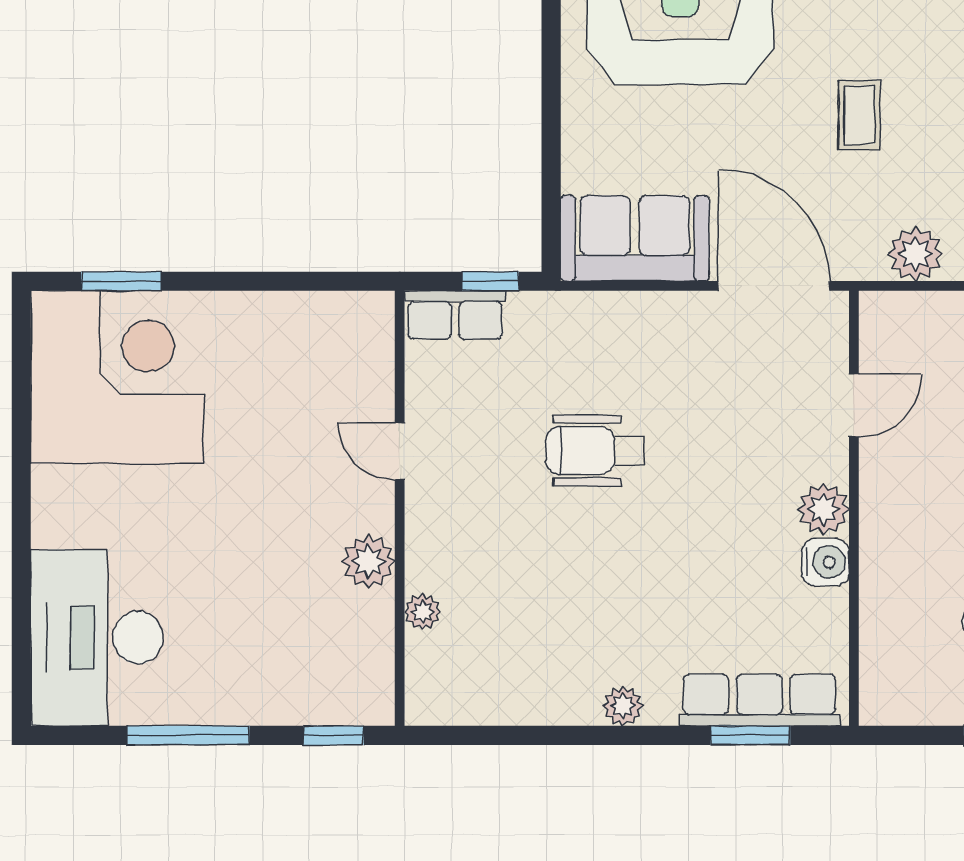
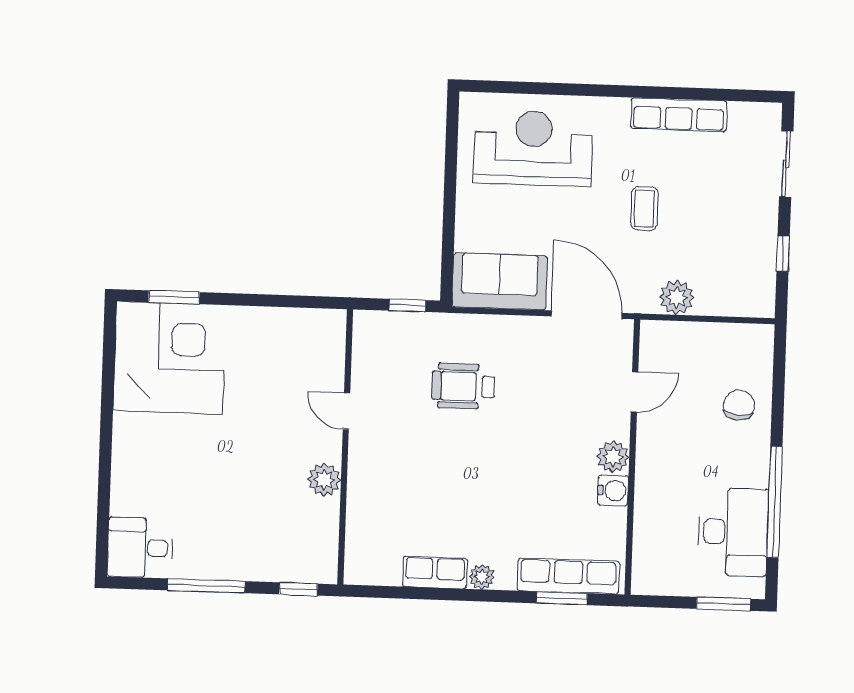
row of seats: (455, 315) -> (435, 572), moved, turned 180
wheelchair: (595, 450) -> (463, 386), moved
plant: (423, 612) -> (357, 513), removed
desk: (97, 638) -> (140, 548), width x0.53, depth x0.77

